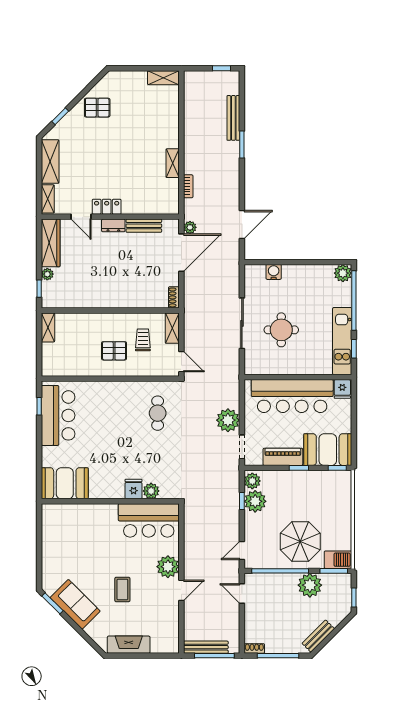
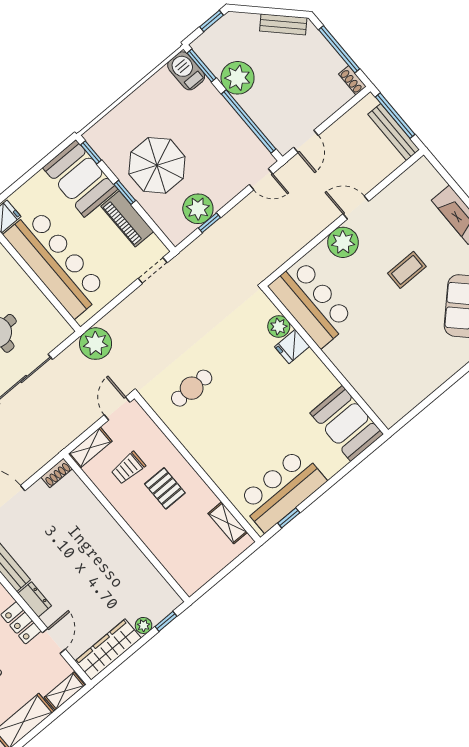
shelving: (48, 327) -> (228, 523), moved, turned 90
plant: (228, 420) -> (96, 344), moved
plant: (252, 481) -> (179, 230), removed
parasol: (300, 542) -> (157, 165), moved

